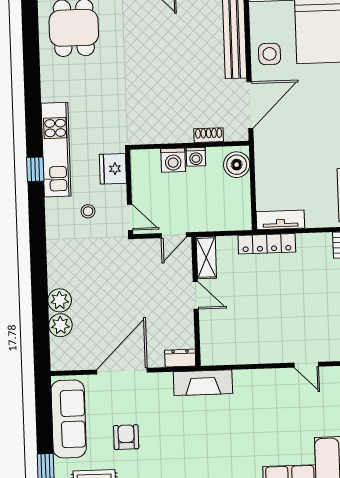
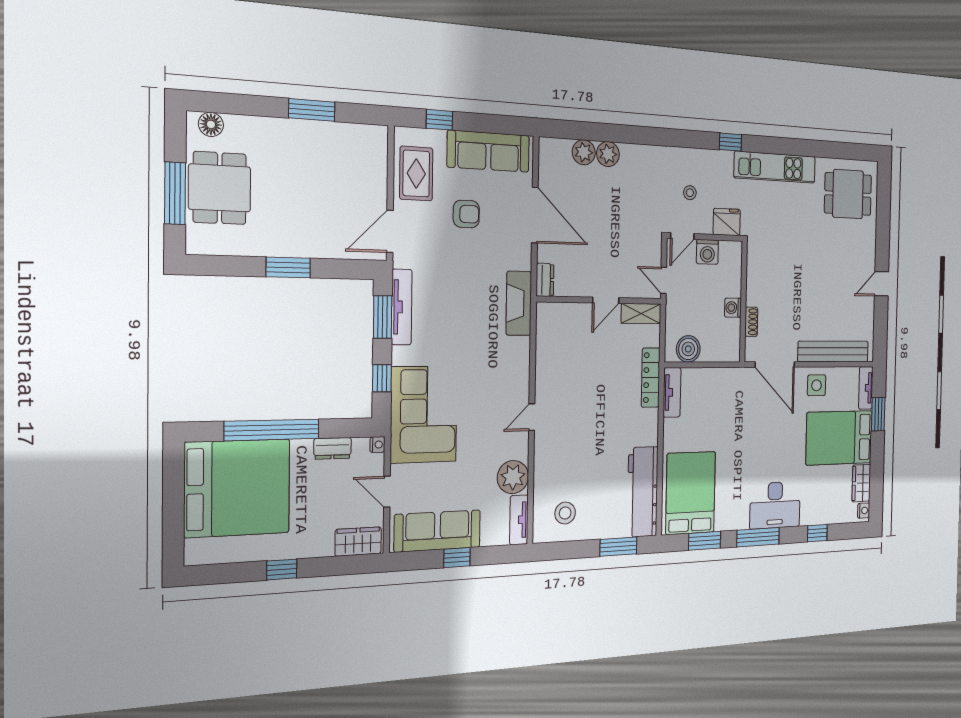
kitchen unit: (56, 150) -> (775, 167), moved
washing machine: (173, 160) -> (707, 252), moved, turned -90
boiler: (237, 165) -> (688, 349), moved

